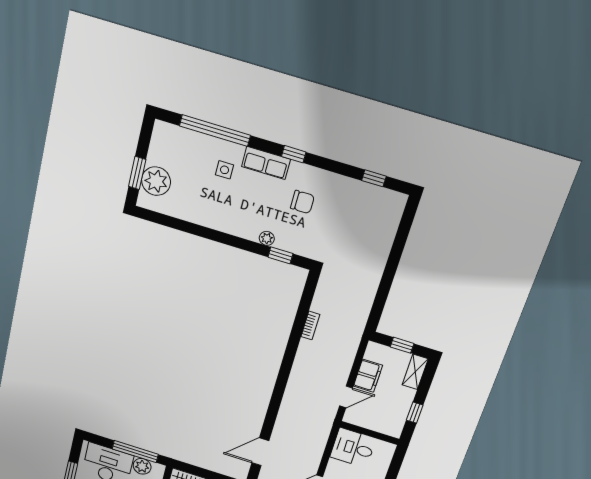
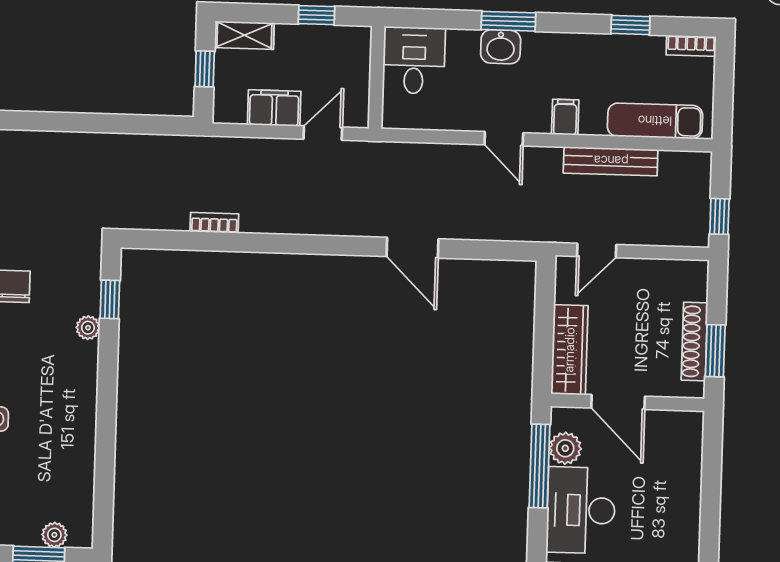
plant: (156, 181) -> (54, 535), width x0.53, depth x0.53
door: (346, 397) -> (323, 133), hinge flipped
desk: (353, 448) -> (414, 60), moved, turned 180
door: (260, 452) -> (413, 248), moved

